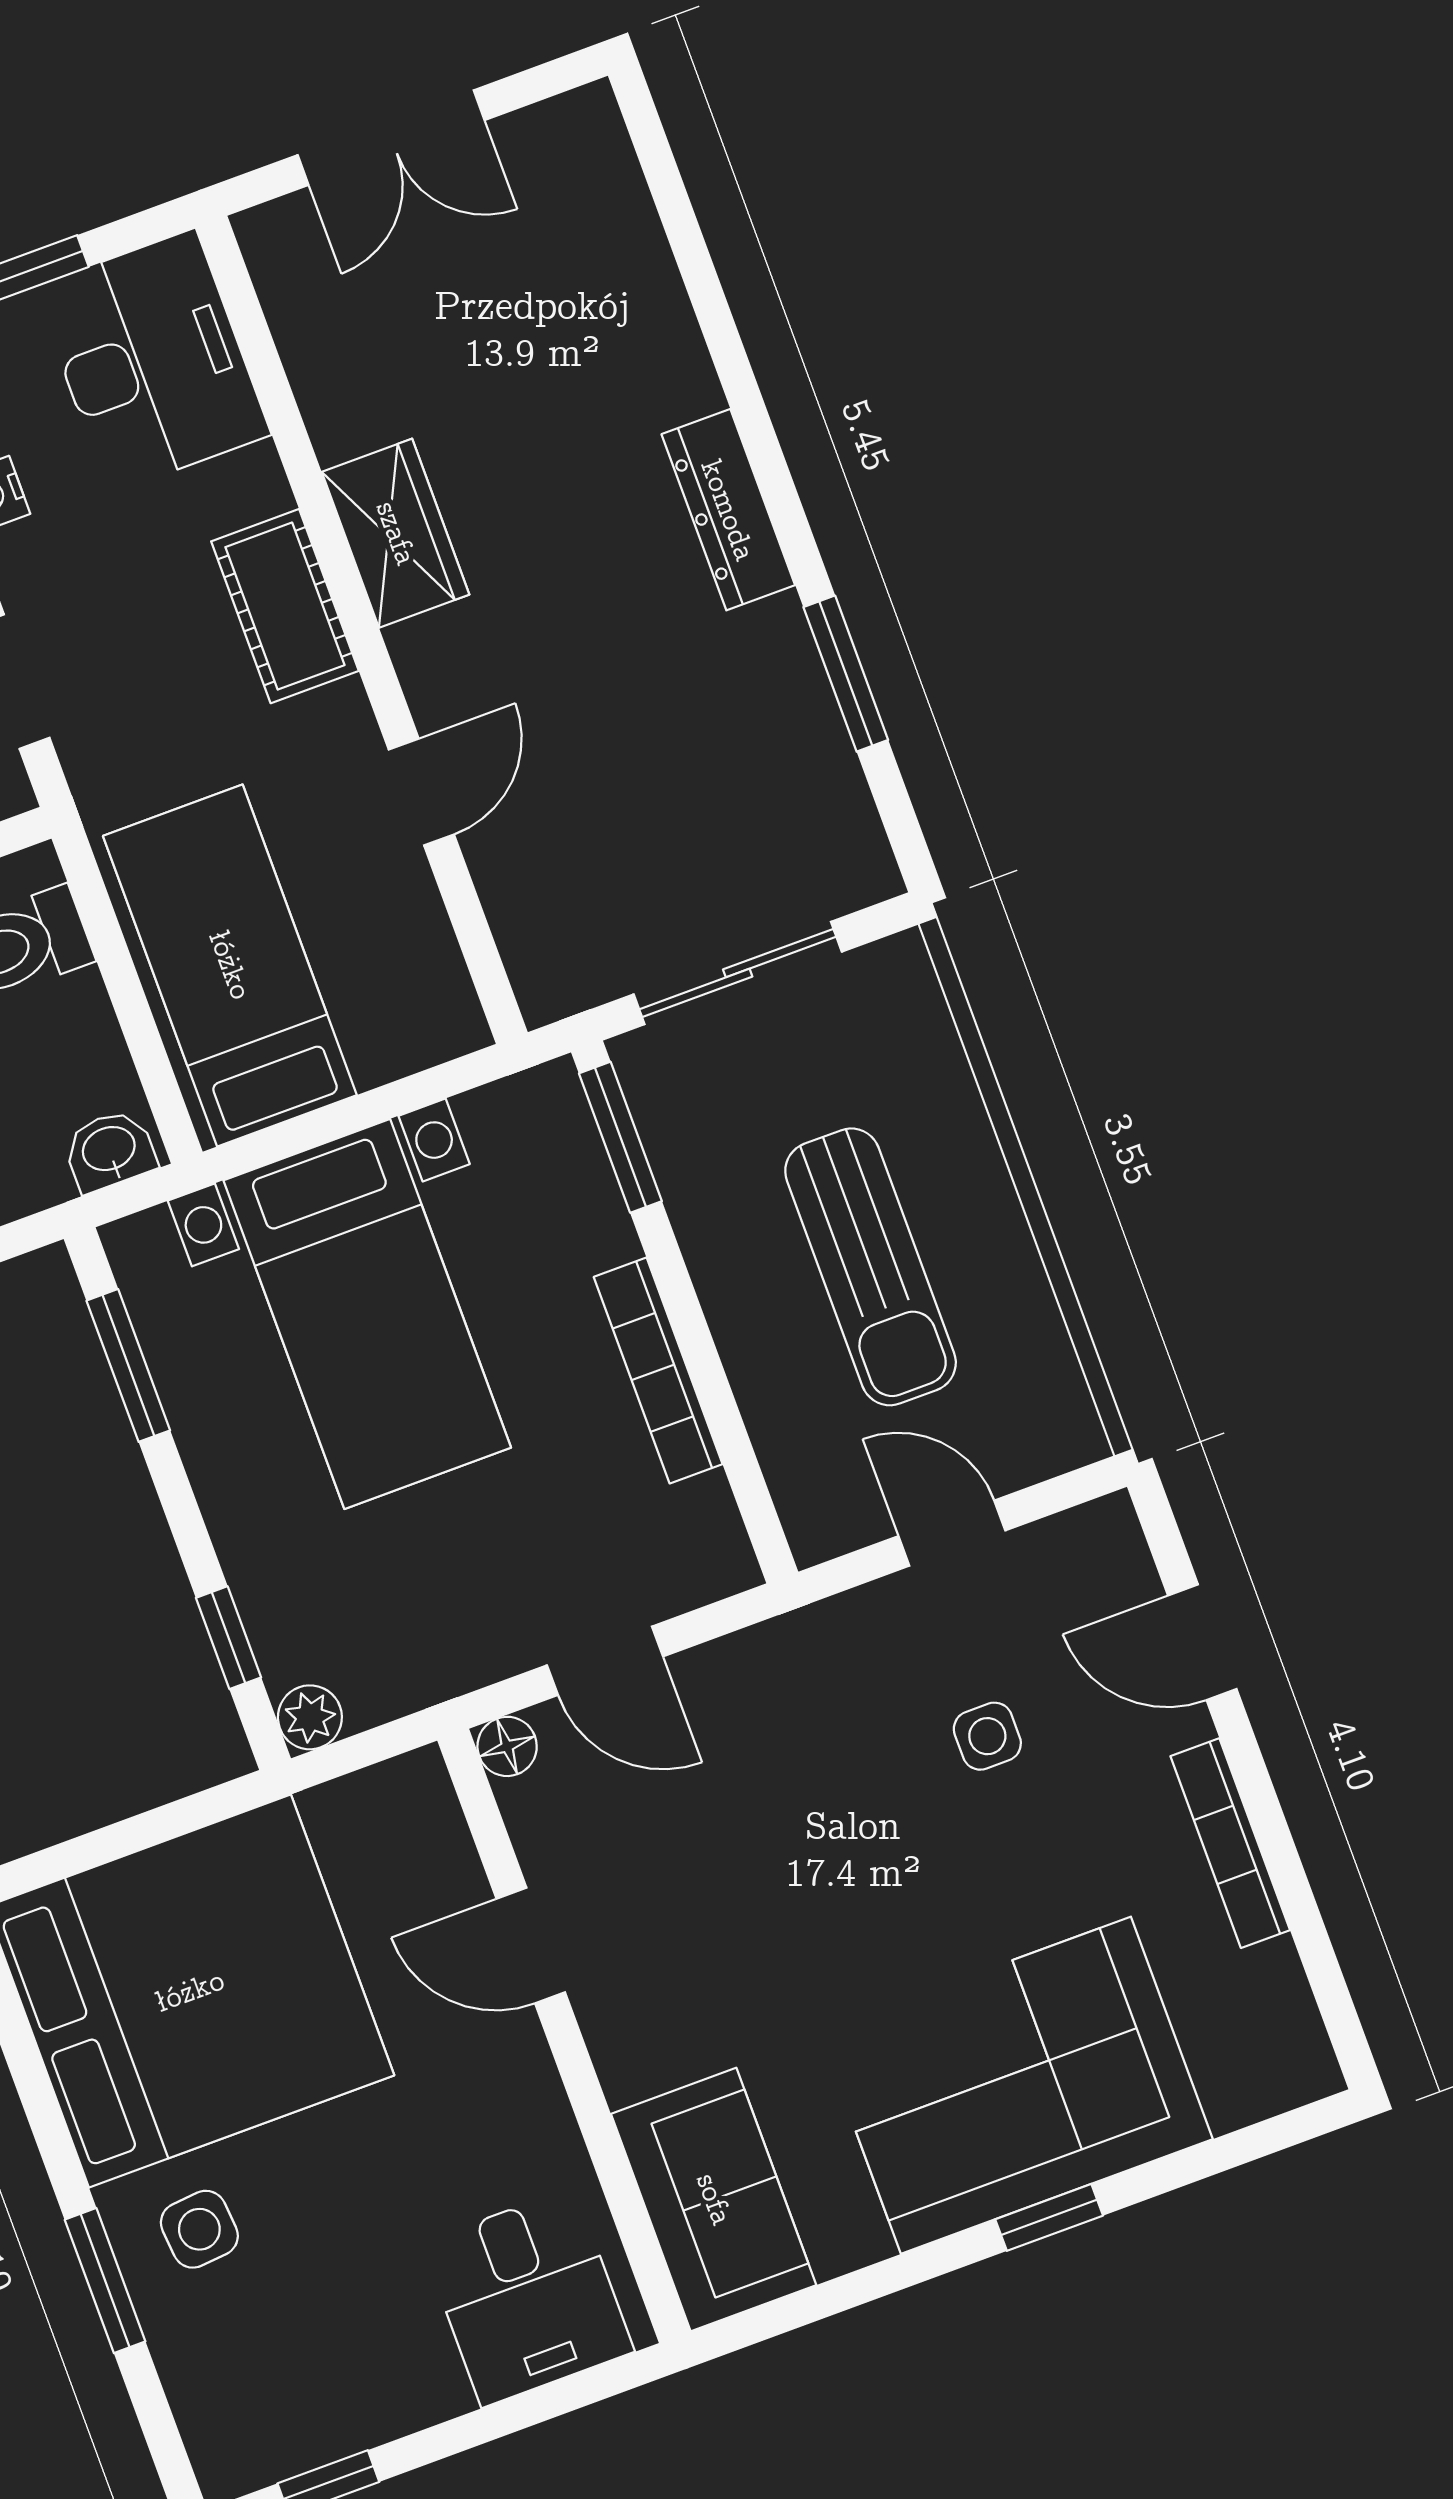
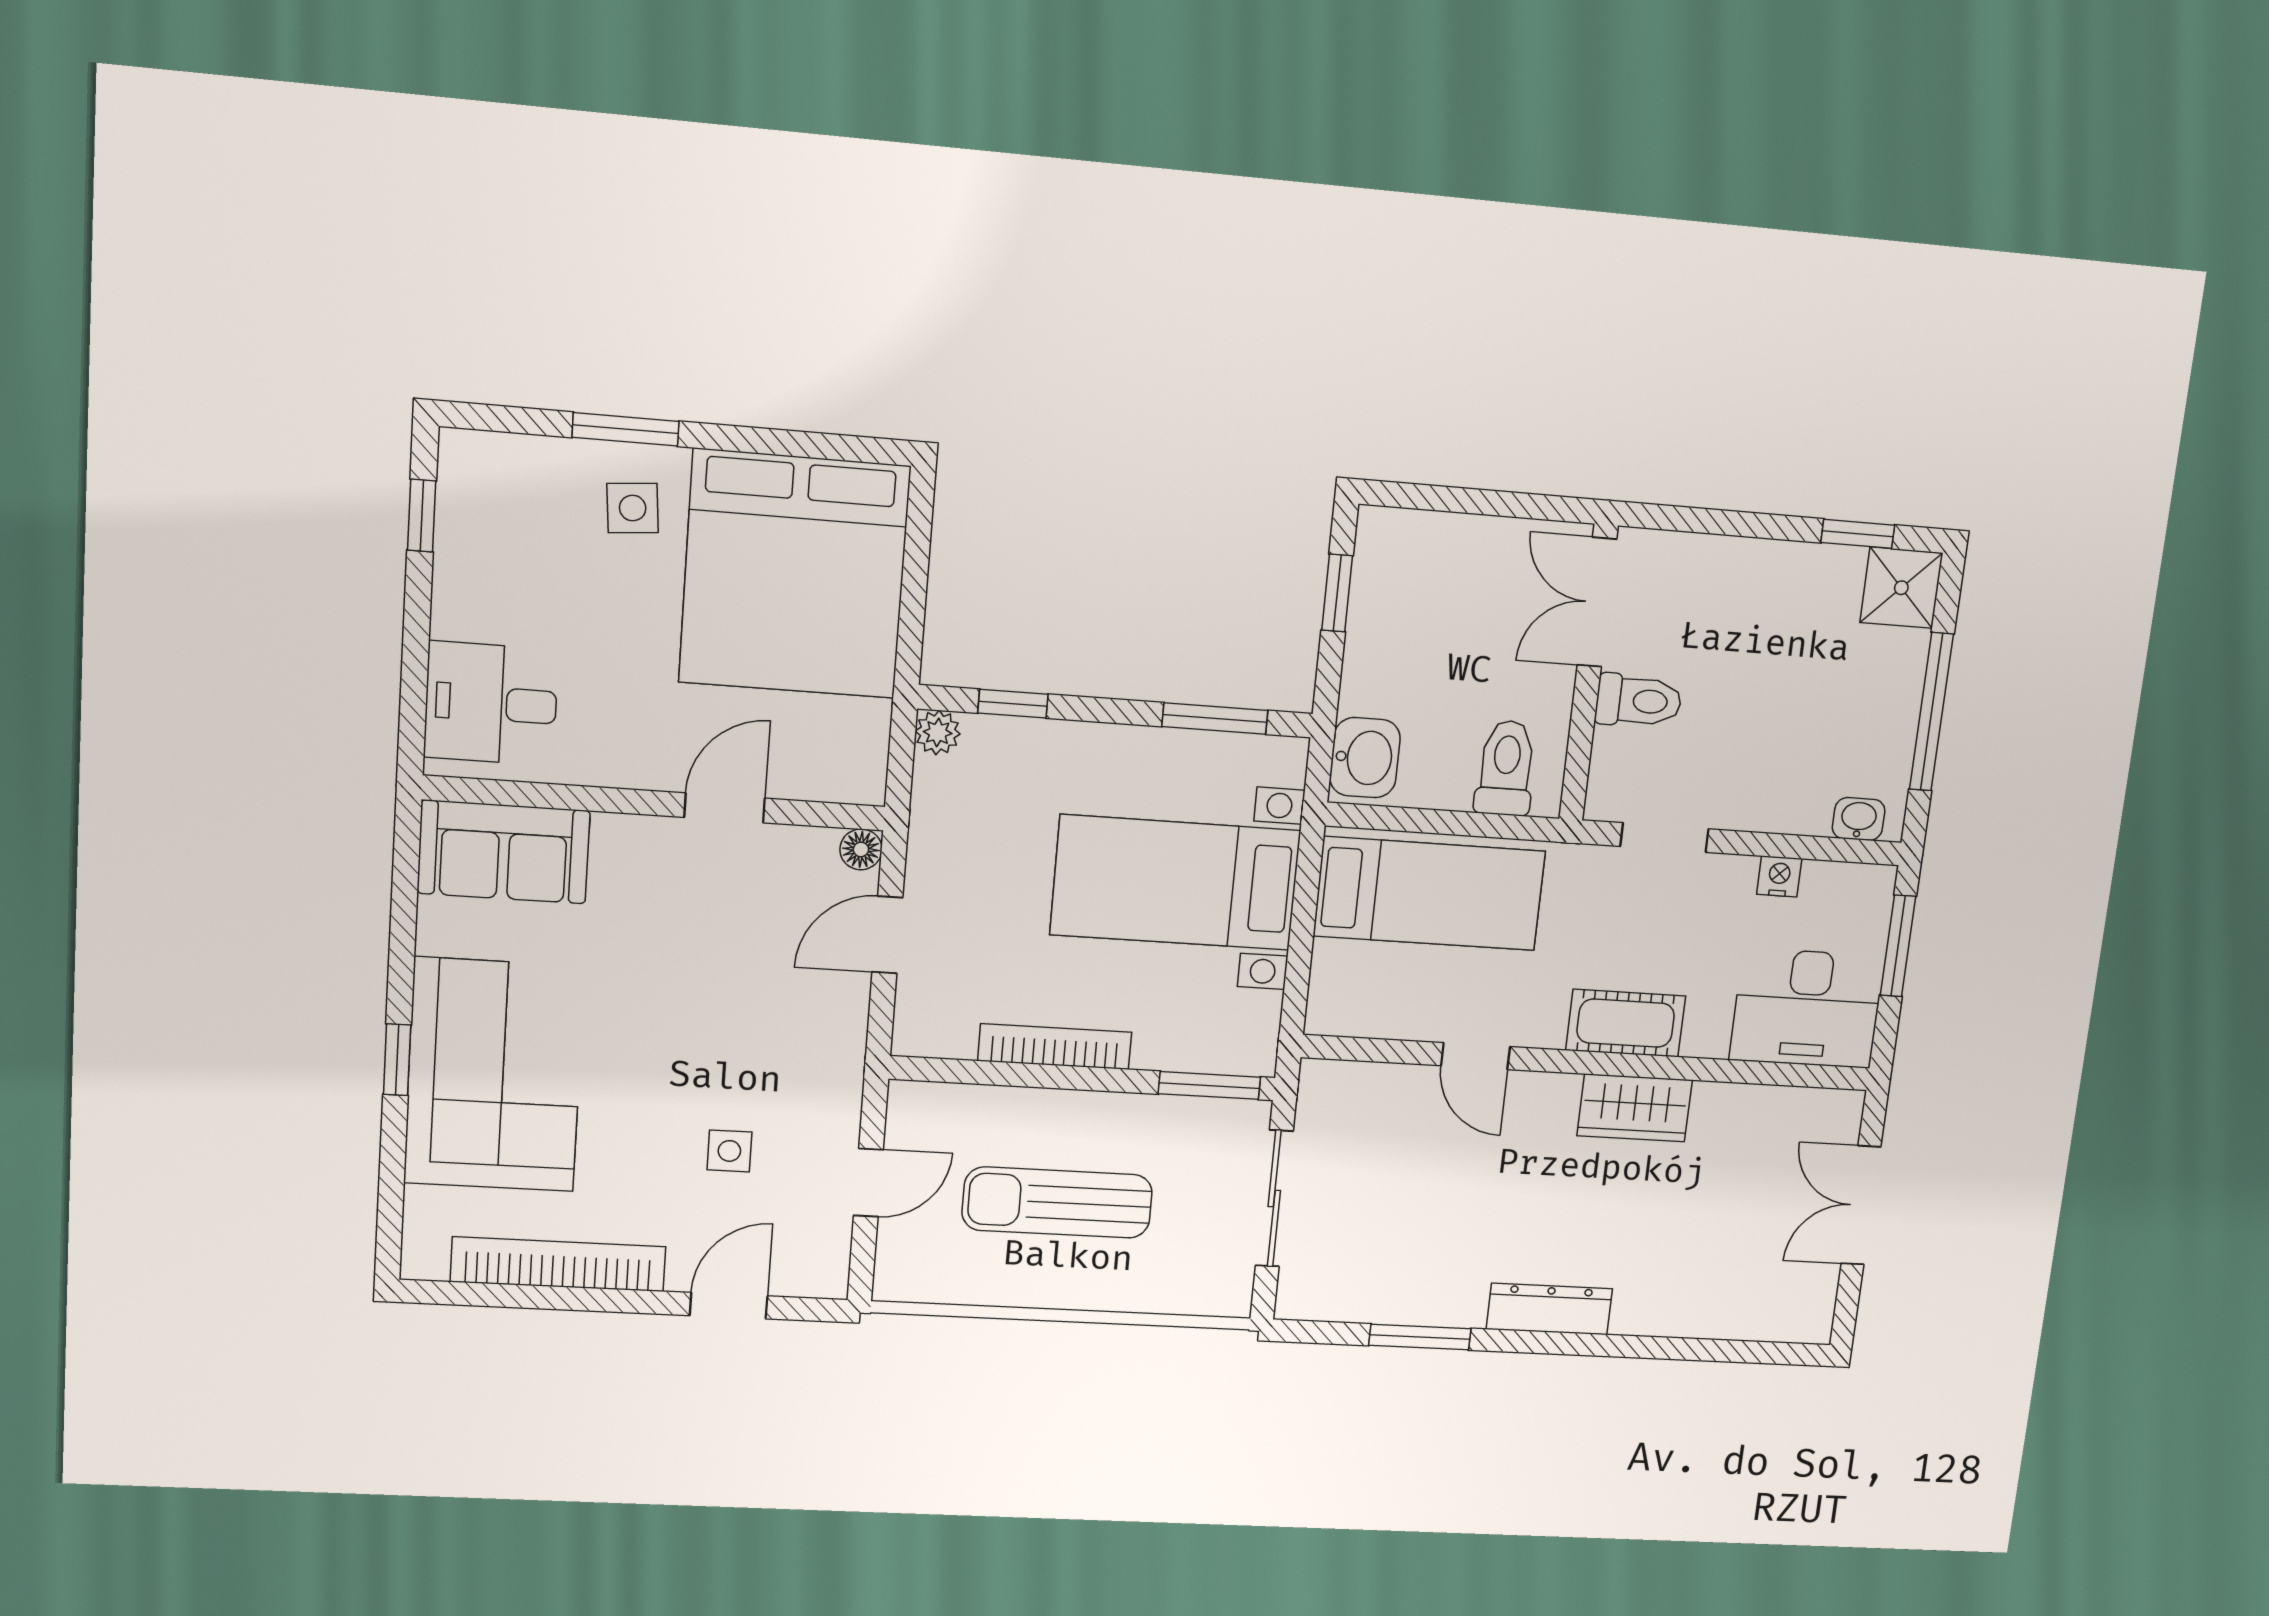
washbasin: (109, 1150) -> (1365, 758), width x1.38, depth x1.45
bookcase: (1230, 1843) -> (558, 1264), width x1.48, depth x1.31

